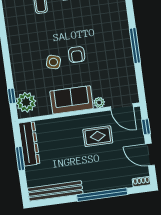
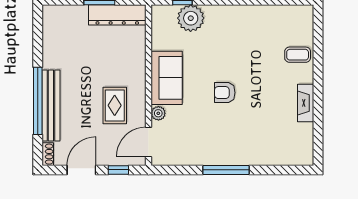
side table: (53, 62) -> (219, 61), removed
plant: (26, 102) -> (191, 18), moved
bench: (55, 191) -> (51, 106), moved

